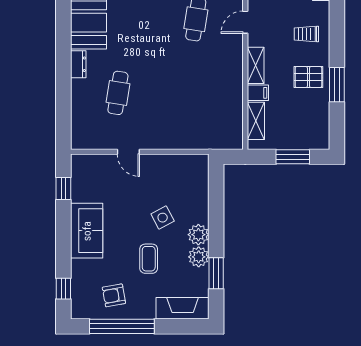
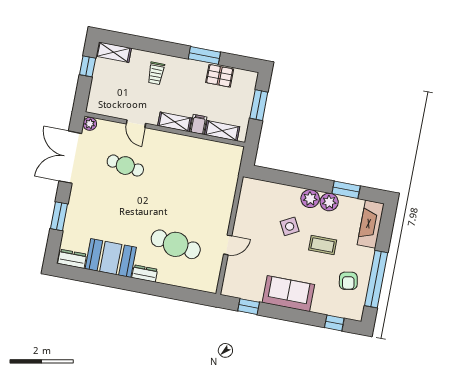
pallet: (308, 77) -> (220, 76), moved, turned 90
cafe table: (118, 93) -> (176, 244), width x1.37, depth x1.35

